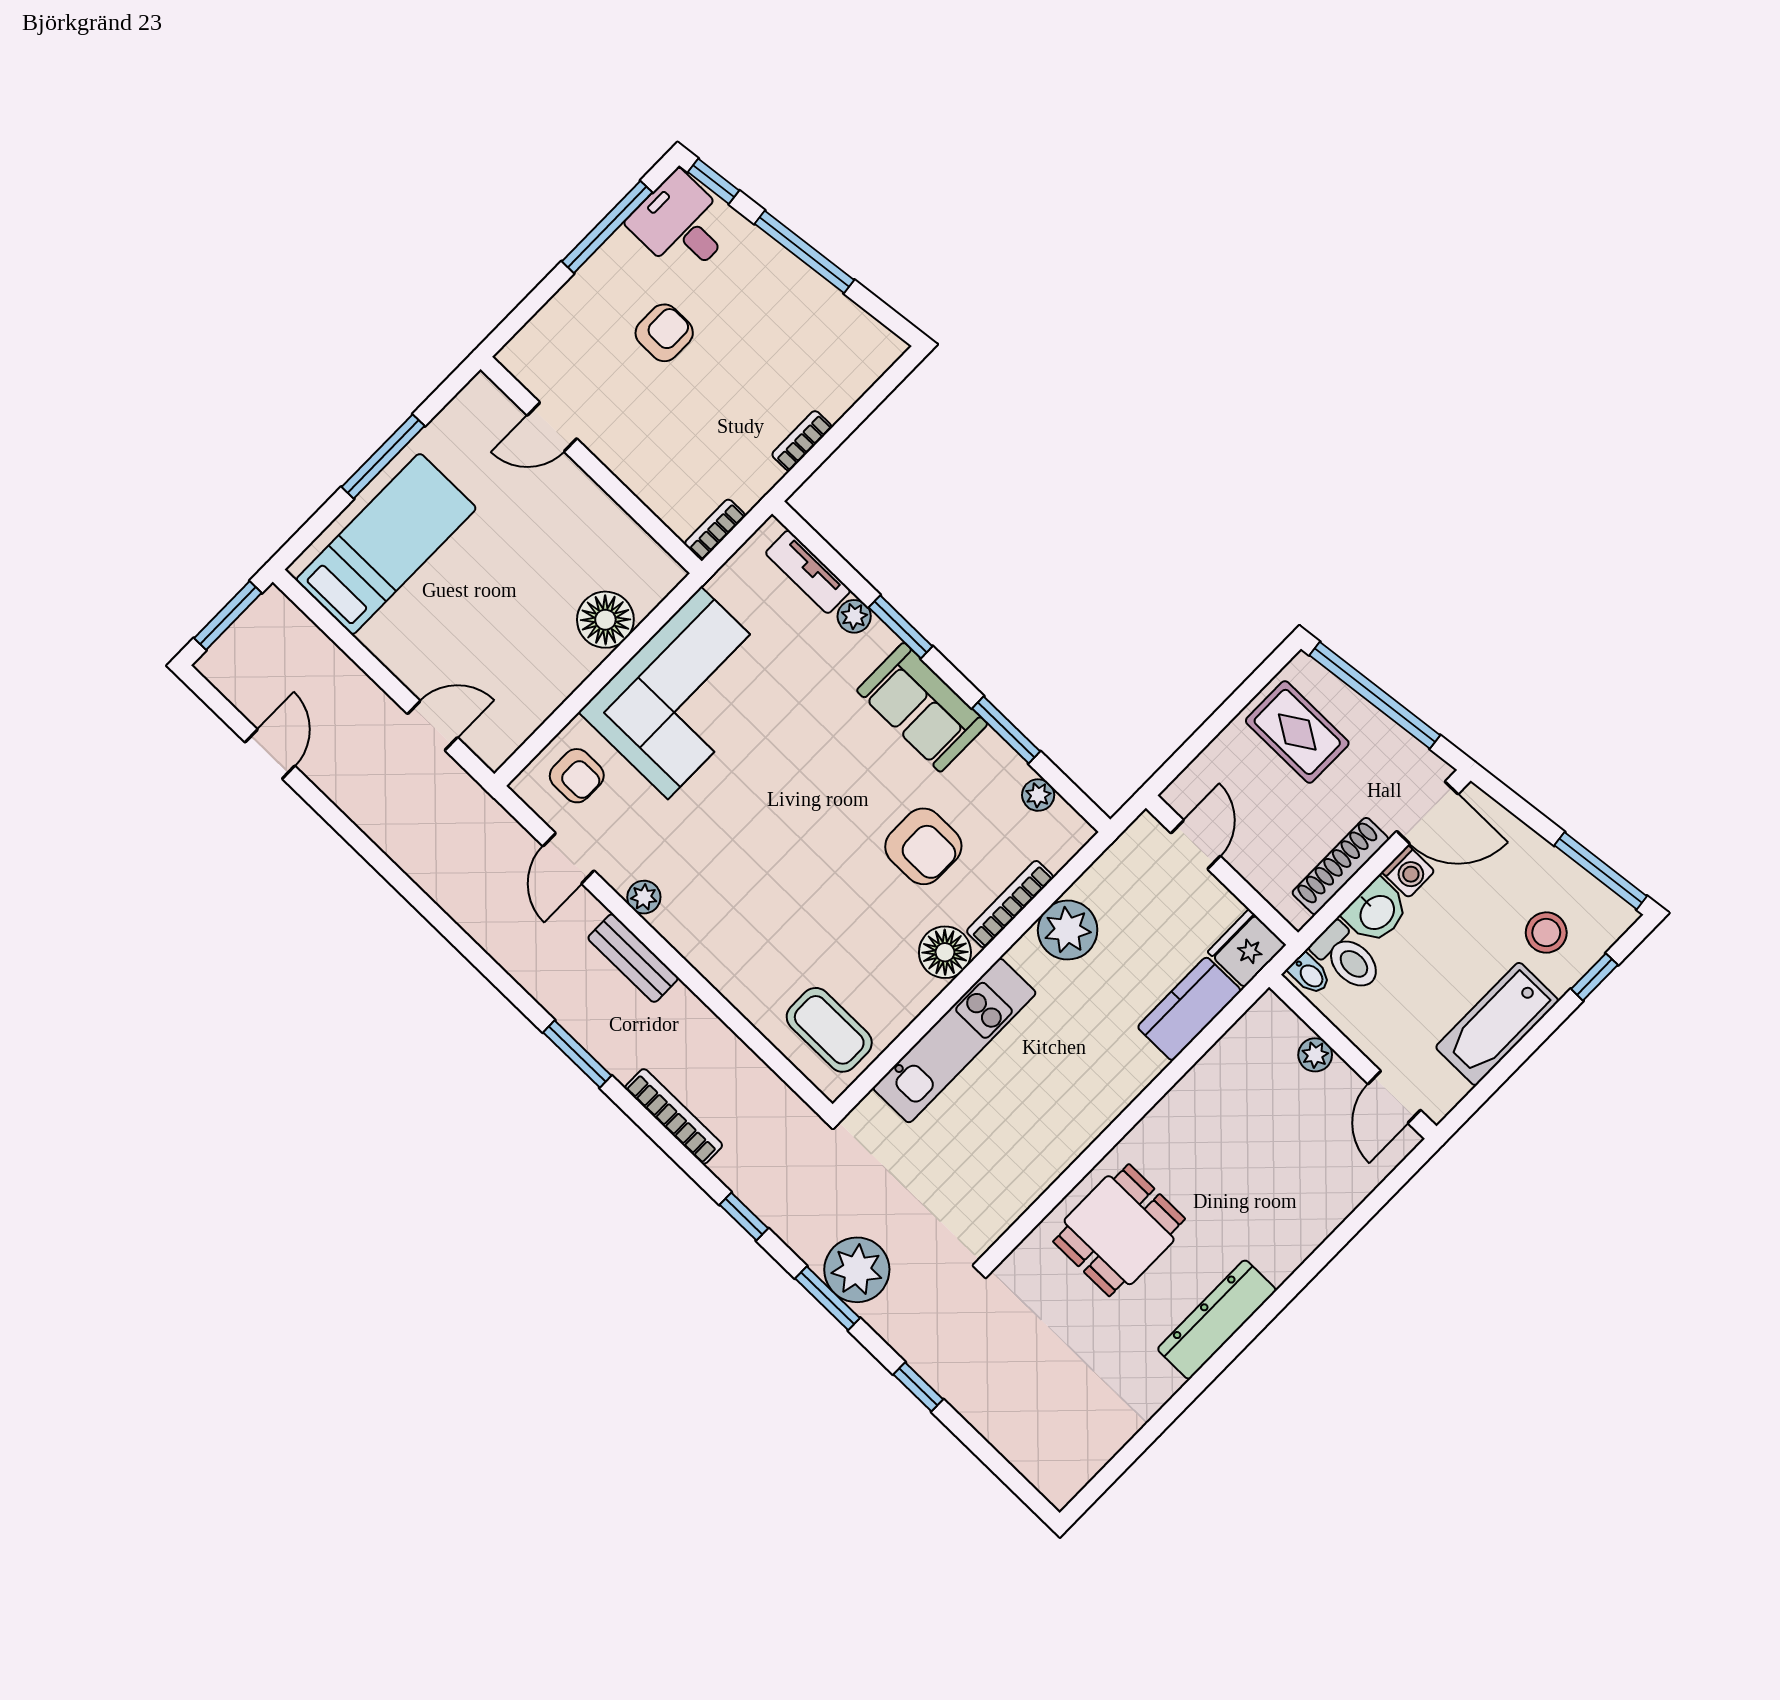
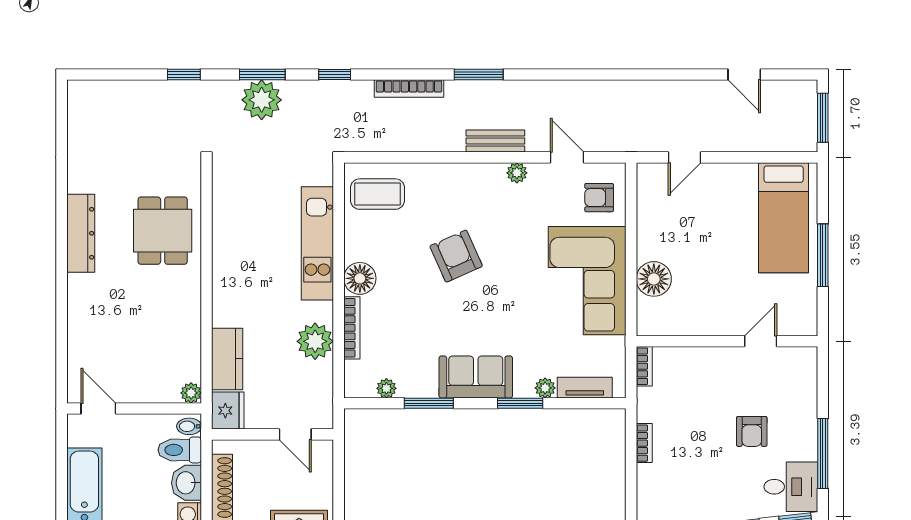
armchair: (923, 846) -> (456, 256), moved, turned 66
plant: (1315, 1055) -> (191, 393), moved

